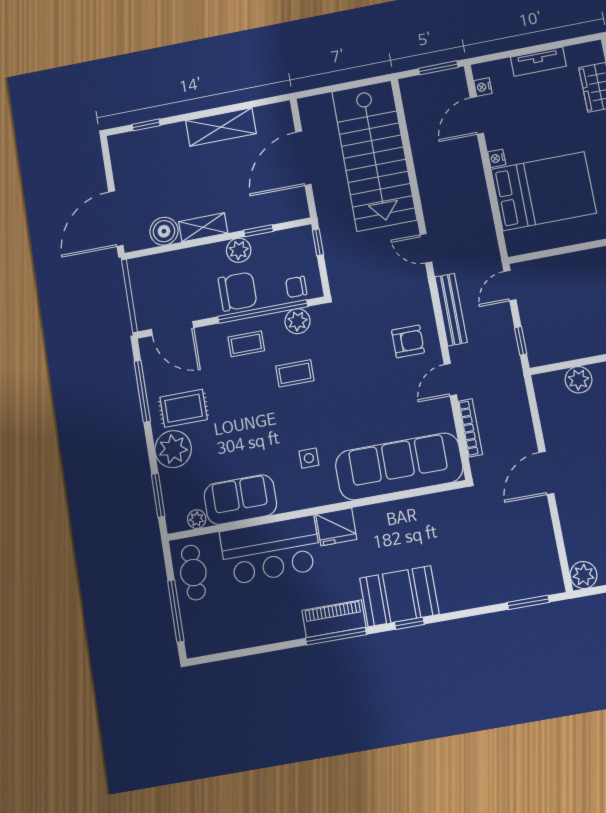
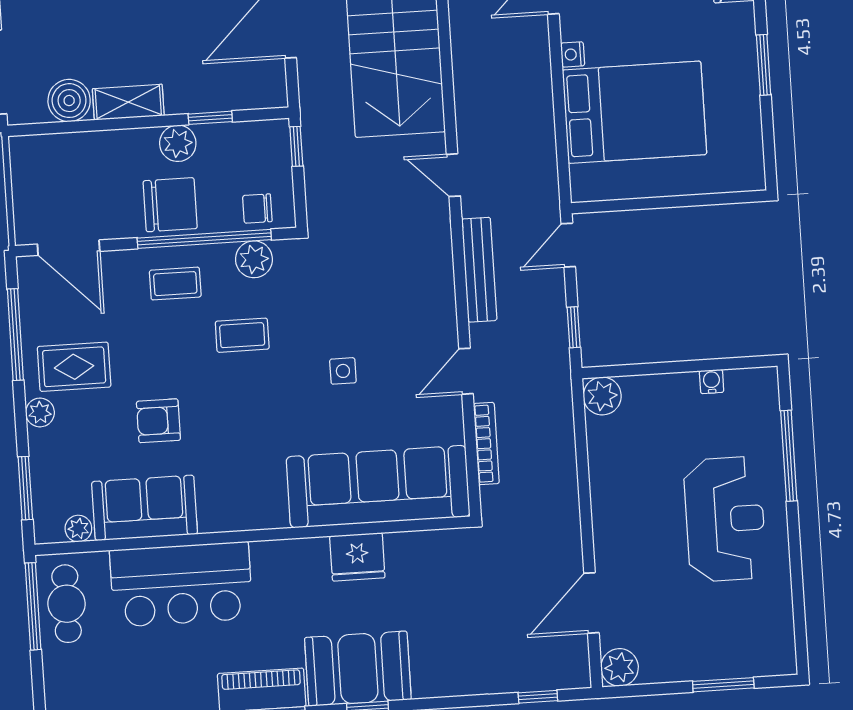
armchair: (408, 341) -> (158, 421), moved, turned 180
plant: (579, 380) -> (602, 396), moved
plant: (173, 449) -> (40, 412), width x0.53, depth x0.53
side table: (309, 458) -> (343, 371), moved
door: (546, 473) -> (591, 603), moved
fridge: (336, 527) -> (357, 557), moved
window: (528, 602) -> (538, 697), width x0.67
window: (176, 611) -> (33, 606), moved

